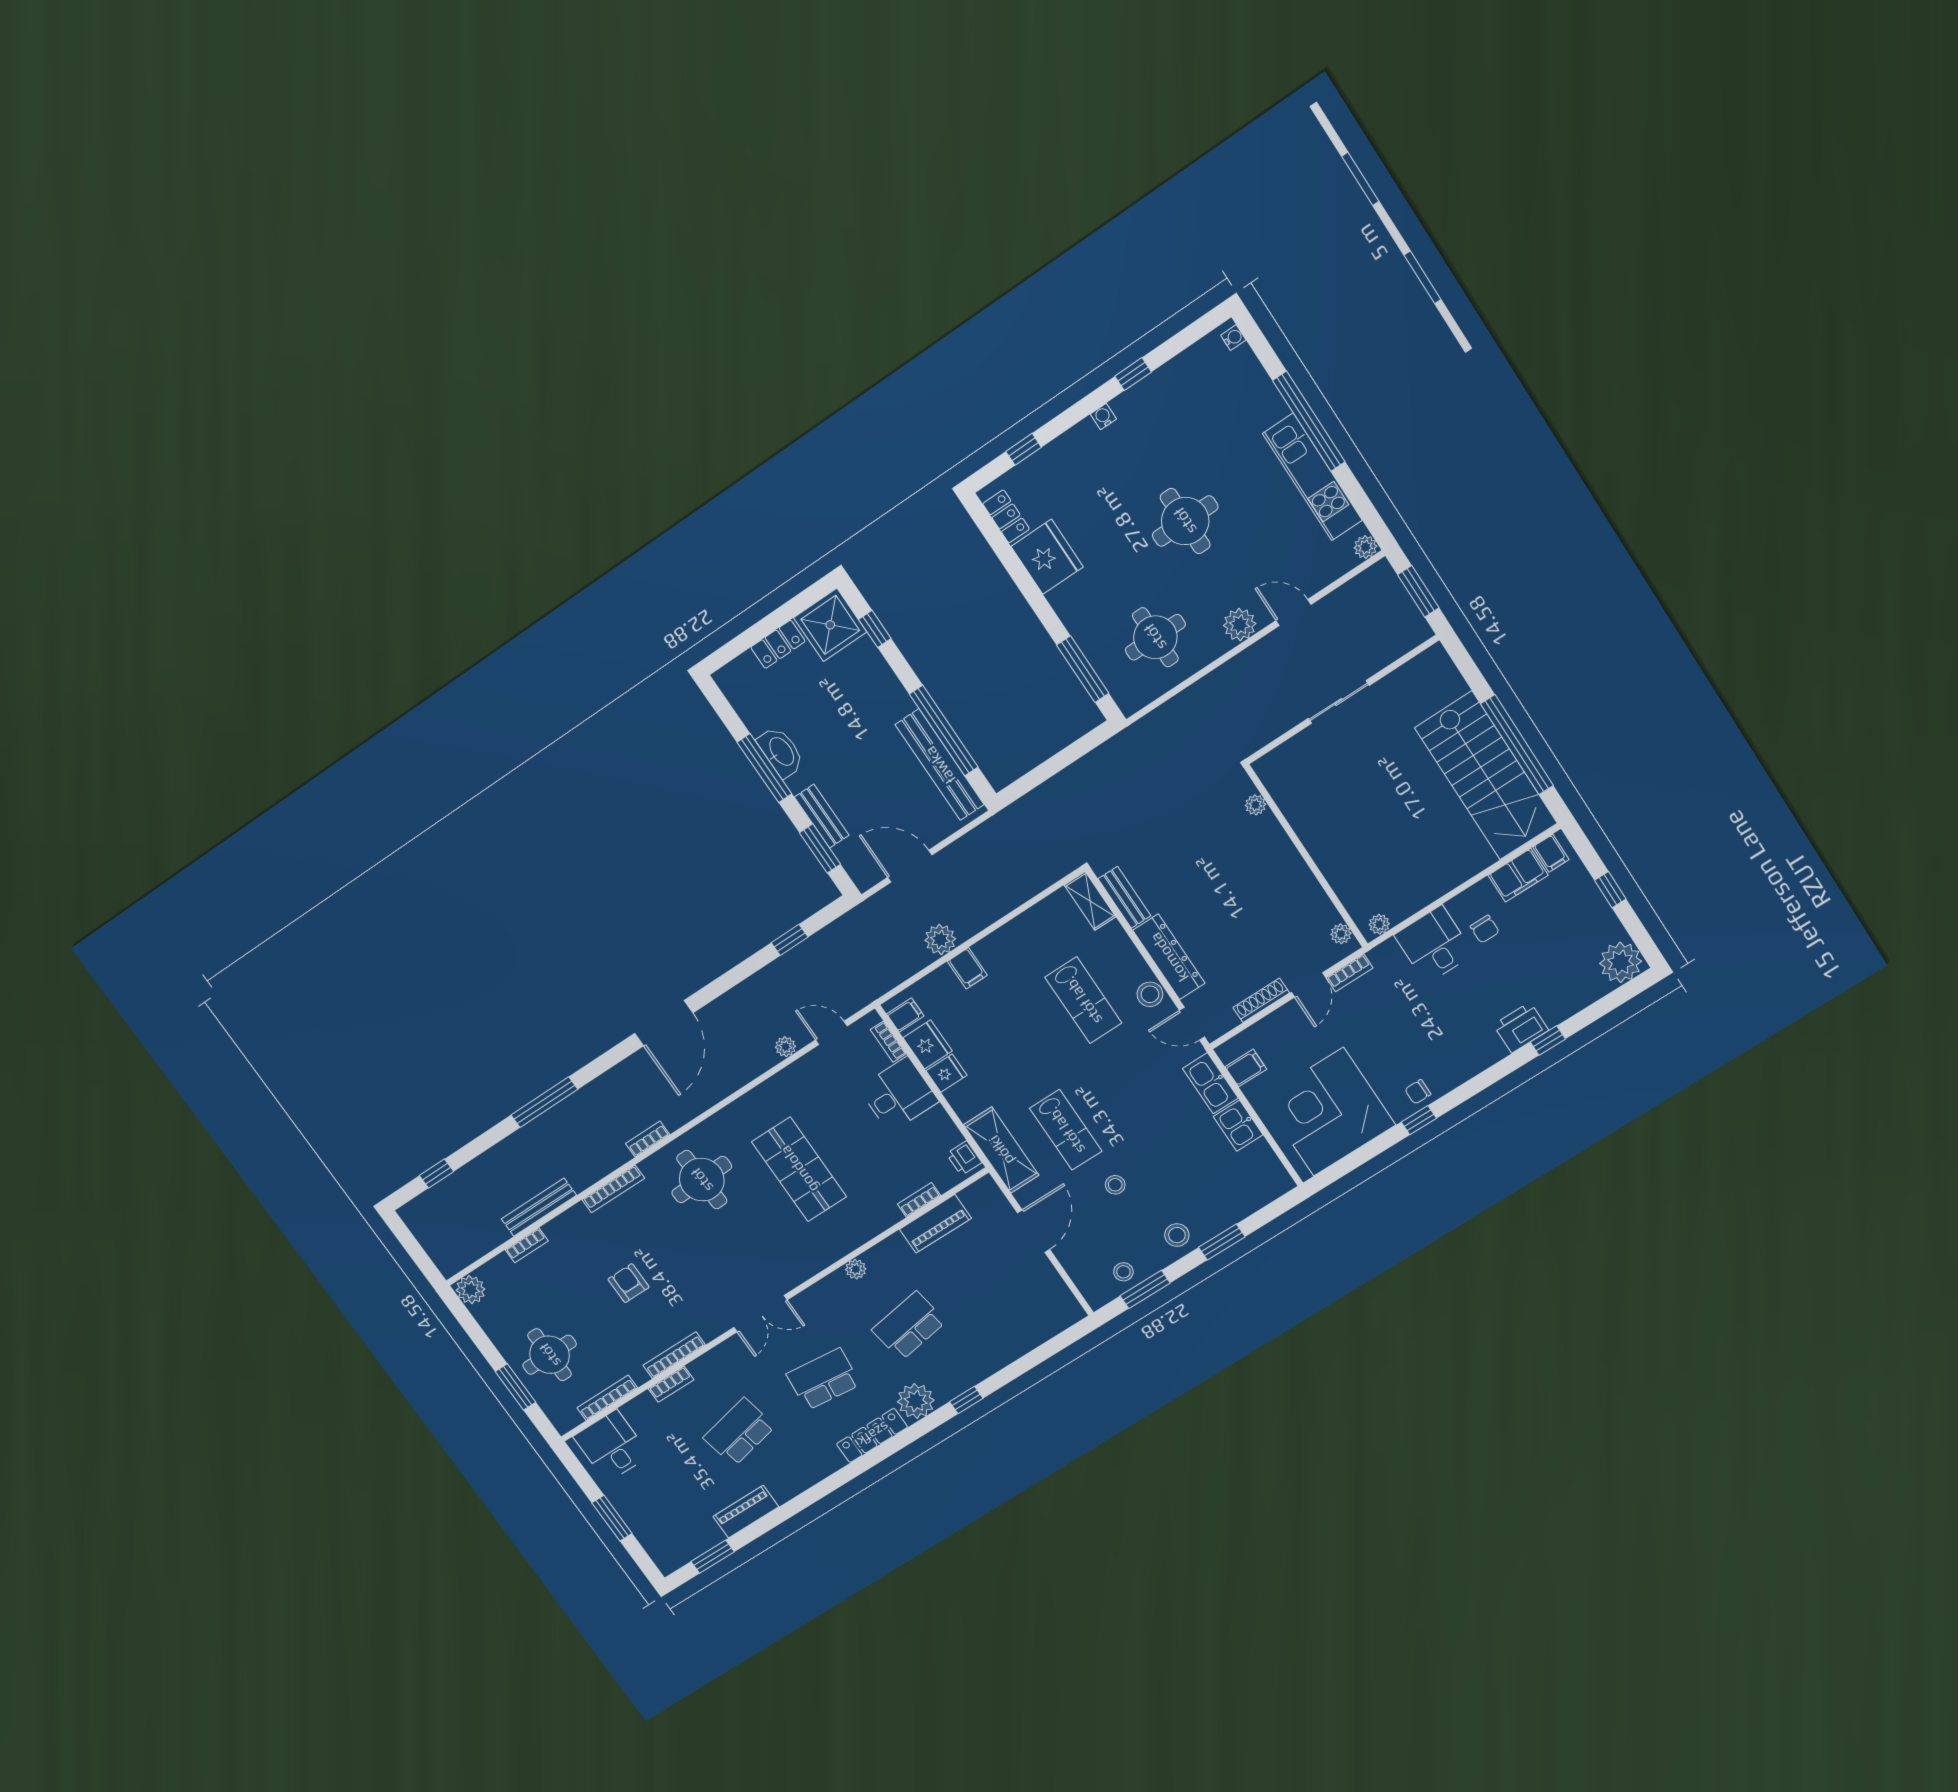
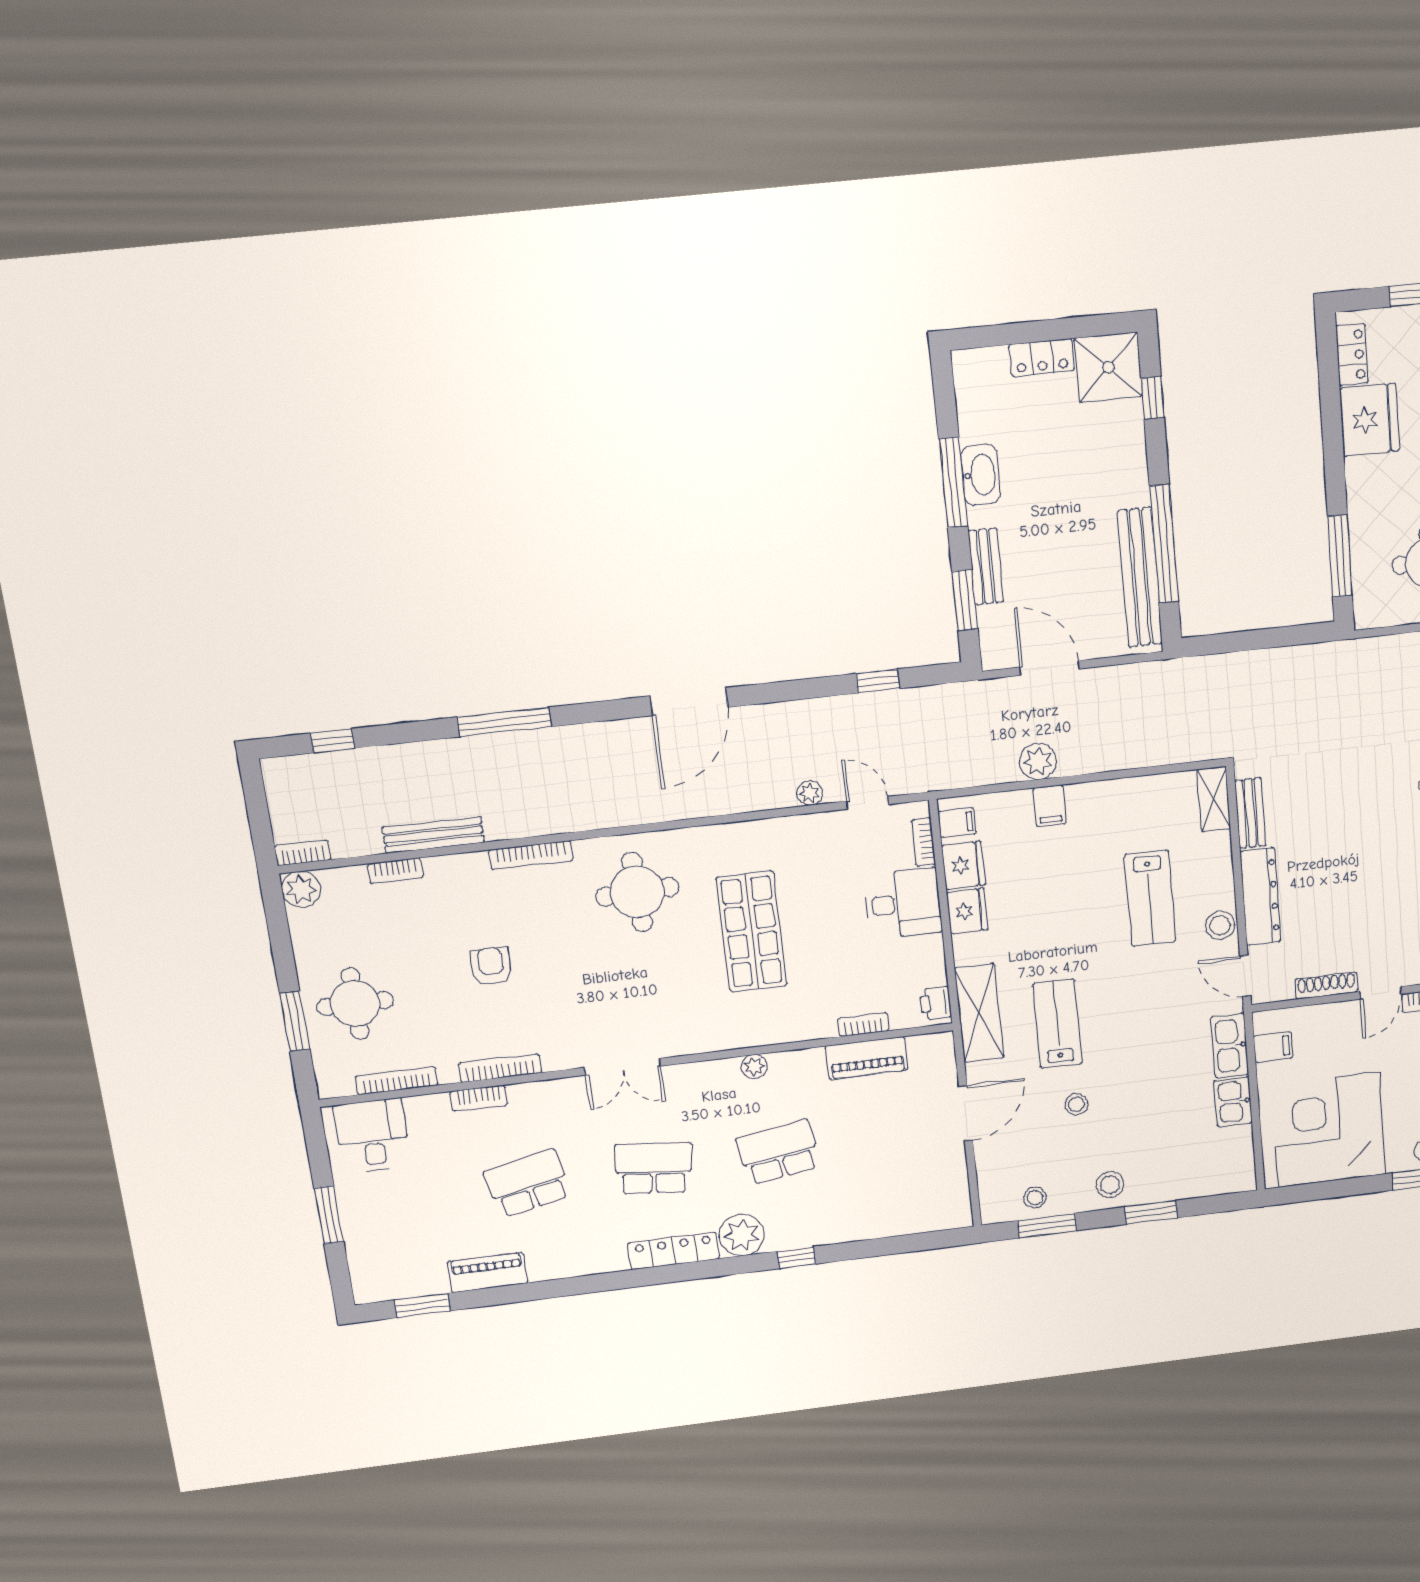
fridge: (947, 1073) -> (967, 911), width x1.38
lab bench: (1066, 1130) -> (1057, 1024), turned 180
bookcase: (648, 1139) -> (303, 853), moved

